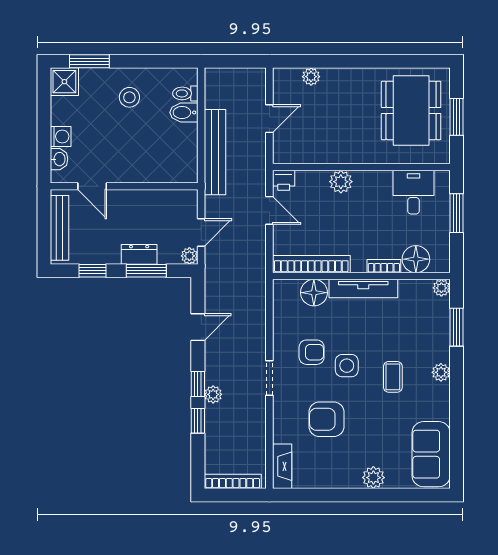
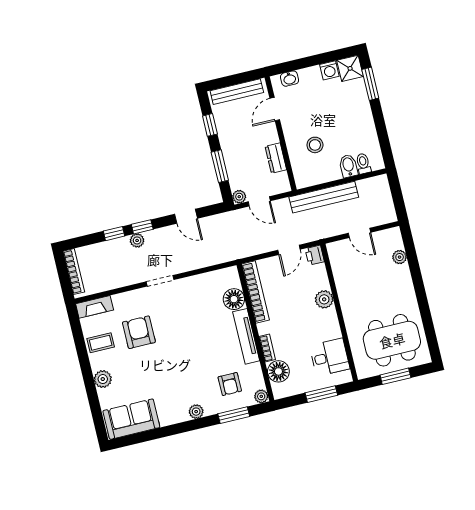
stool: (129, 97) -> (315, 145), moved
washing machine: (61, 136) -> (329, 70), moved
dresser: (139, 254) -> (276, 158), moved, turned 180
armchair: (312, 352) -> (230, 384), moved
side table: (347, 366) -> (184, 338), removed
coffee table: (393, 377) -> (101, 343), moved

